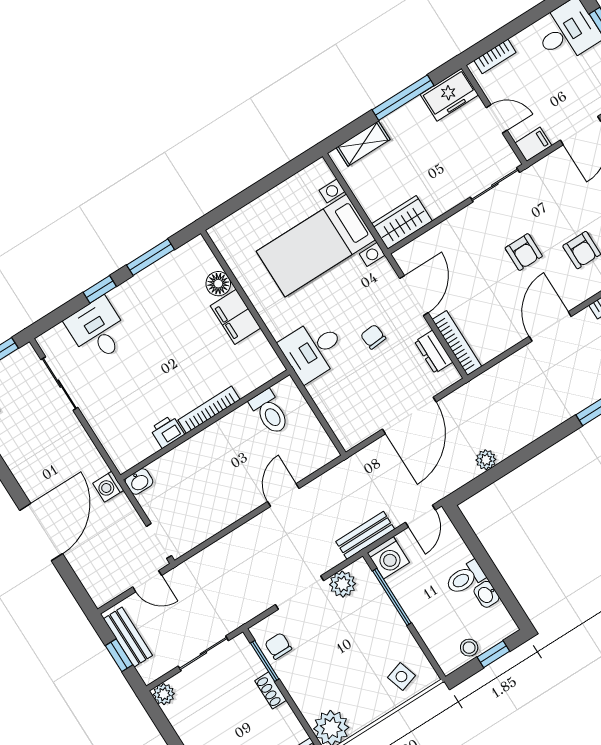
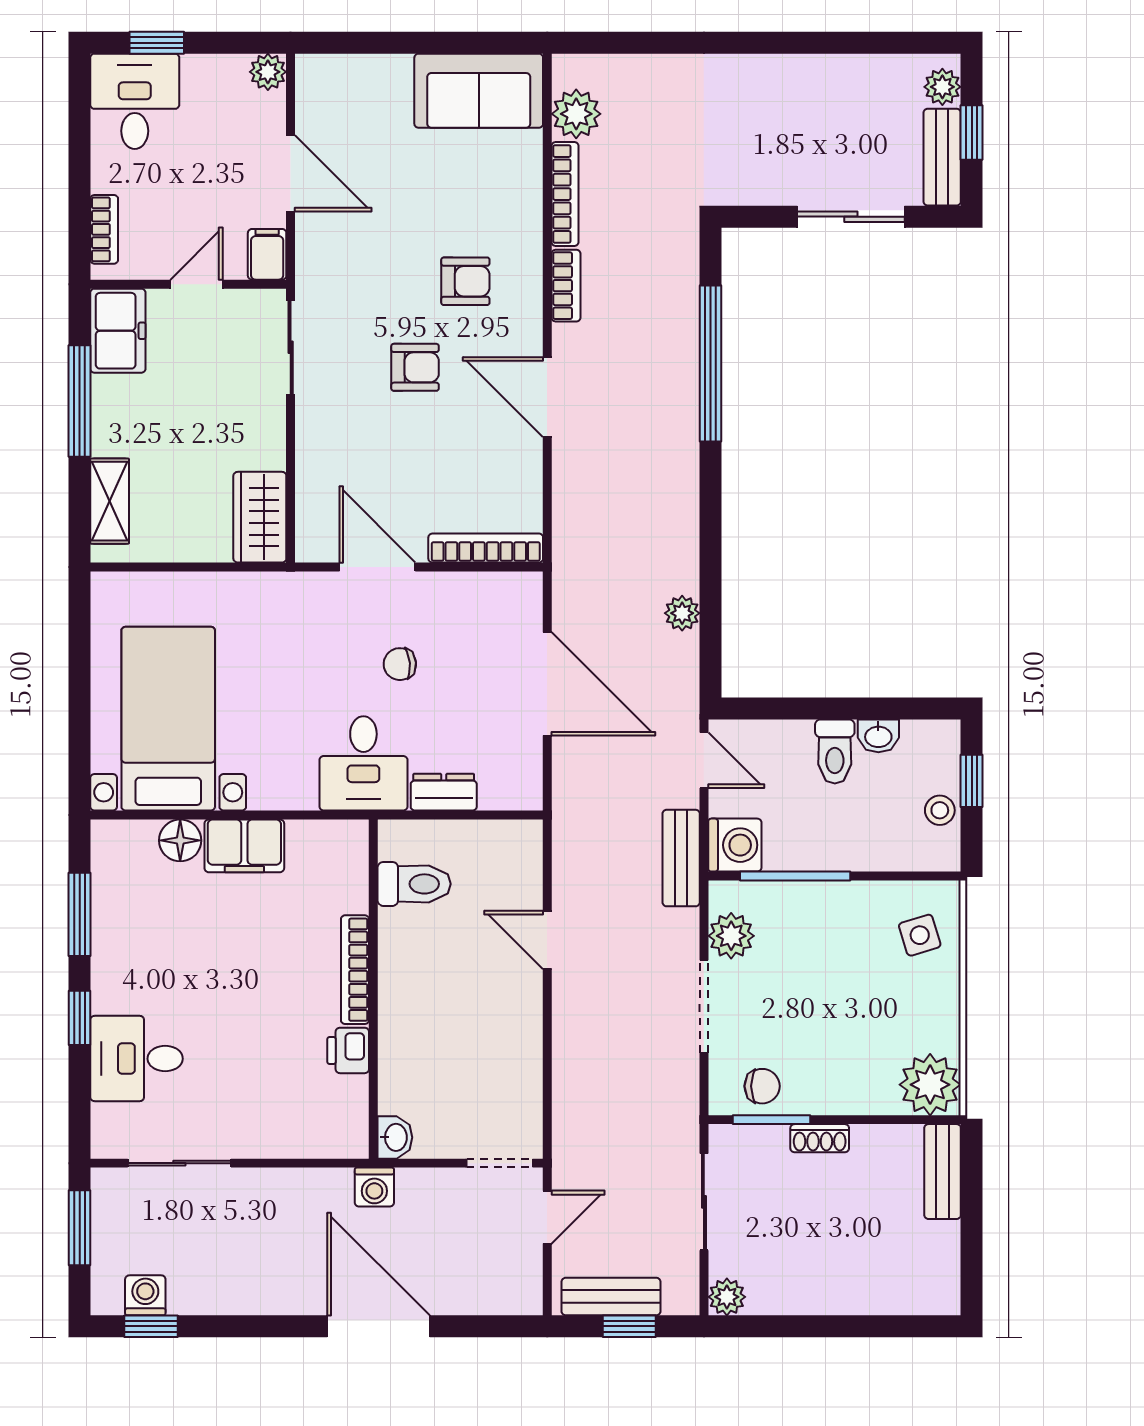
bed with nightstands: (316, 246) -> (168, 719), moved, turned 180
dresser: (434, 352) -> (444, 792), moved, turned 180
chair: (278, 646) -> (762, 1086), turned 180

